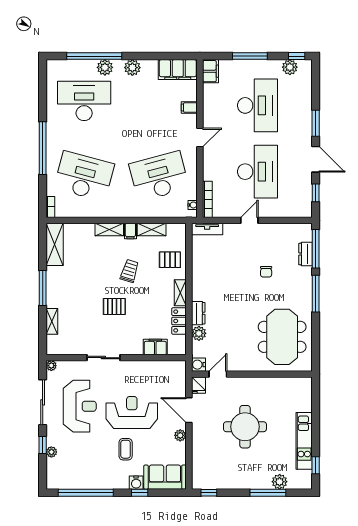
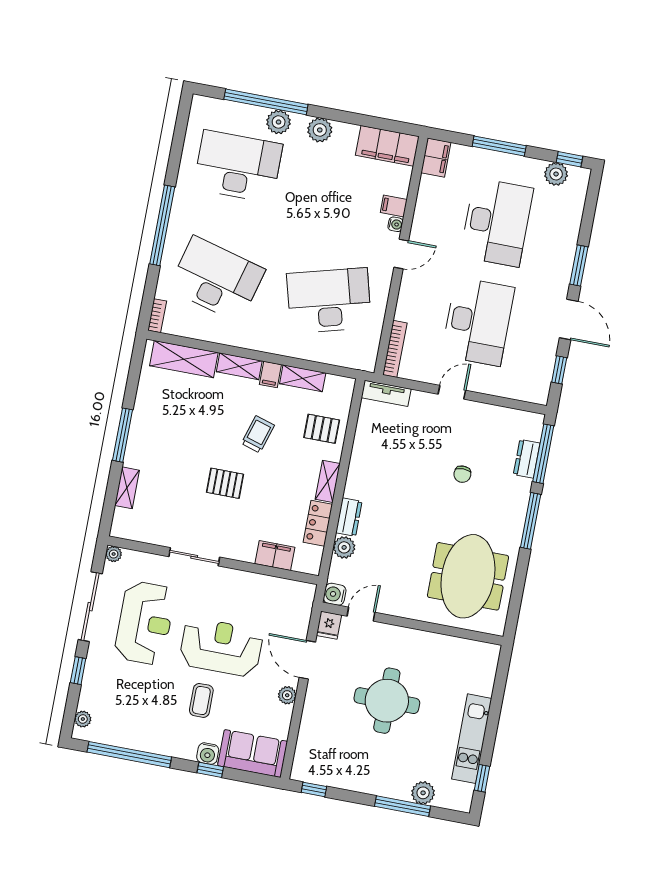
water cooler: (193, 205) -> (395, 224), moved
shelving: (55, 244) -> (184, 359), moved, turned 90
plant: (51, 452) -> (83, 719), moved

